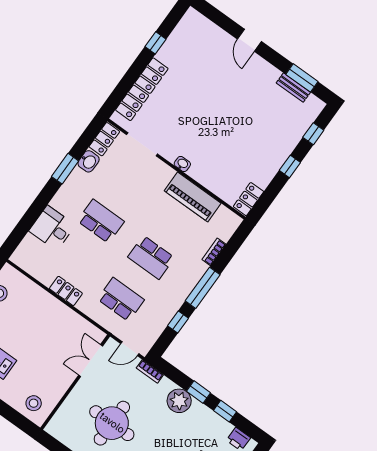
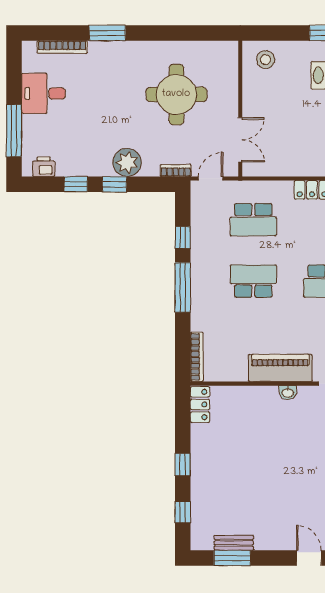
piano: (193, 197) -> (280, 368), moved
bookcase: (214, 252) -> (197, 357), moved, width x1.56

